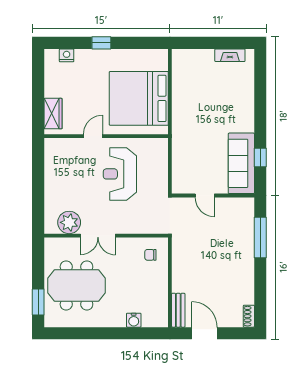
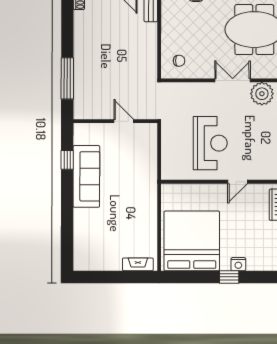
nightstand: (67, 55) -> (238, 264), moved
fireplace: (230, 55) -> (138, 264), moved
bed: (139, 98) -> (192, 241), moved, turned -90
sofa: (241, 163) -> (86, 176), moved

